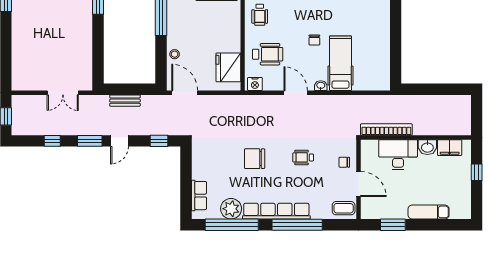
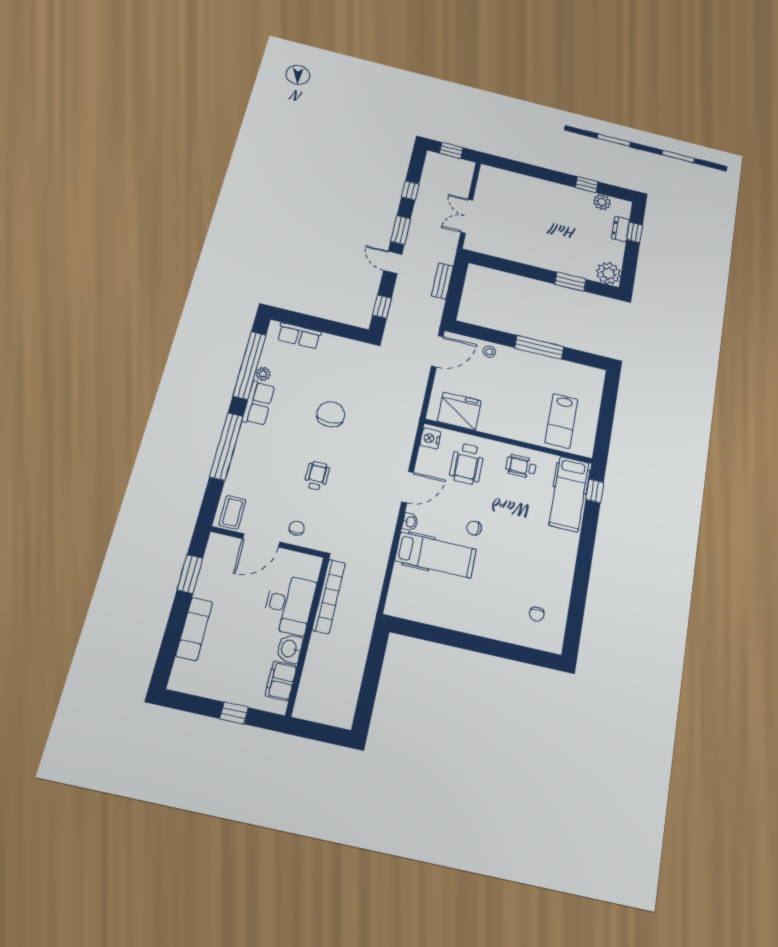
plant: (231, 209) -> (263, 374), width x0.53, depth x0.53
row of seats: (276, 211) -> (258, 403), width x0.50

